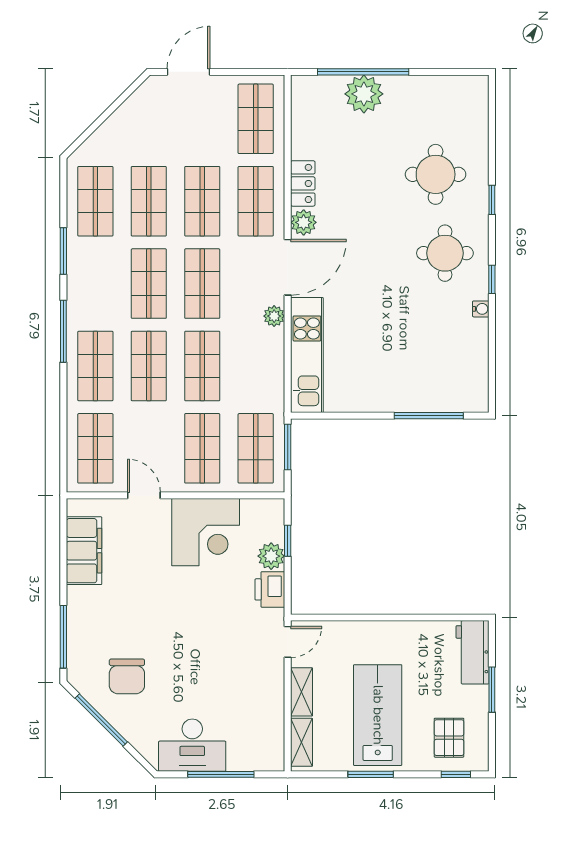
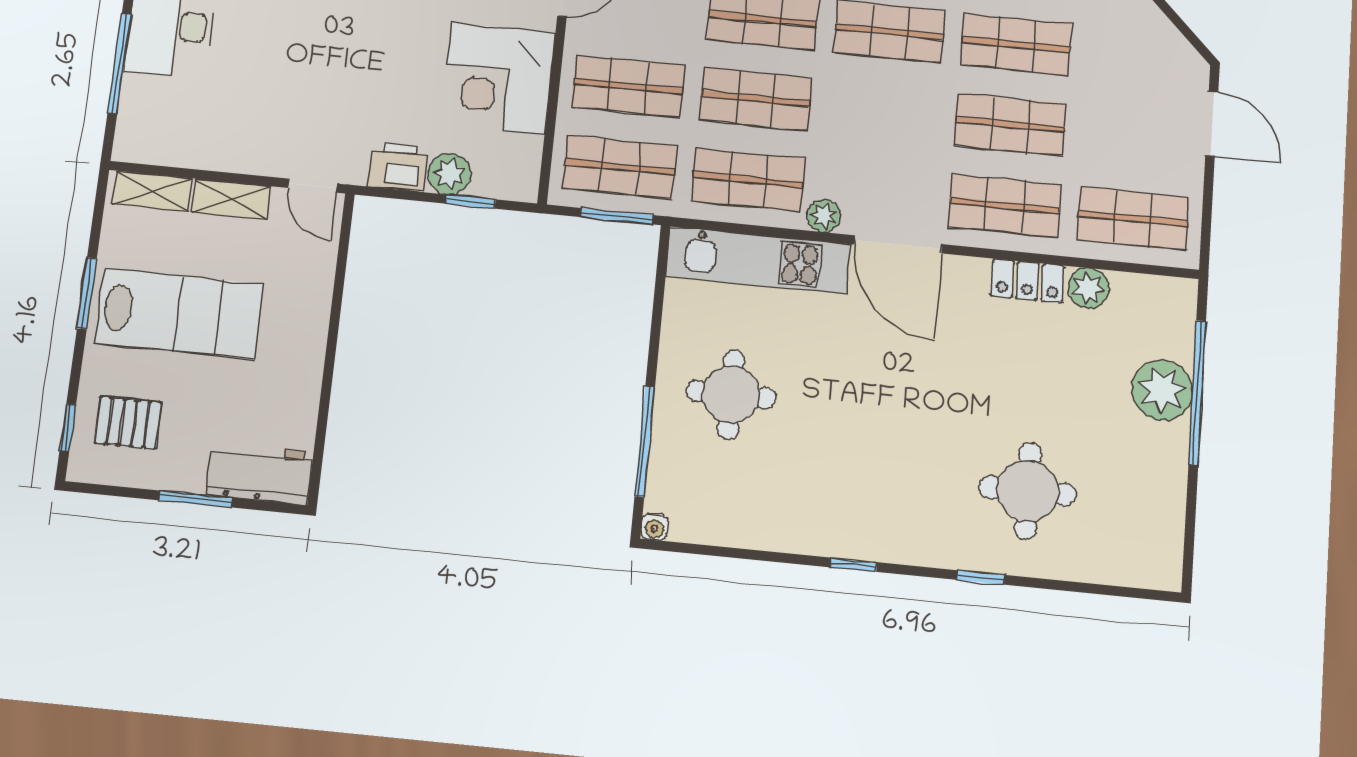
plant: (304, 222) -> (1089, 288), moved
round table: (445, 253) -> (731, 394), moved
shop shelf: (202, 284) -> (748, 180), moved
water cooler: (481, 309) -> (654, 527), moved

